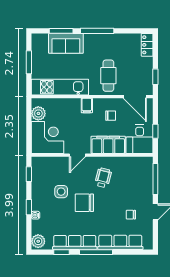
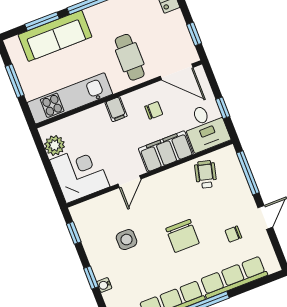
sofa: (66, 43) -> (55, 36), width x1.36
wheelchair: (103, 178) -> (206, 174), moved
chair: (84, 203) -> (182, 236), moved, turned -90

